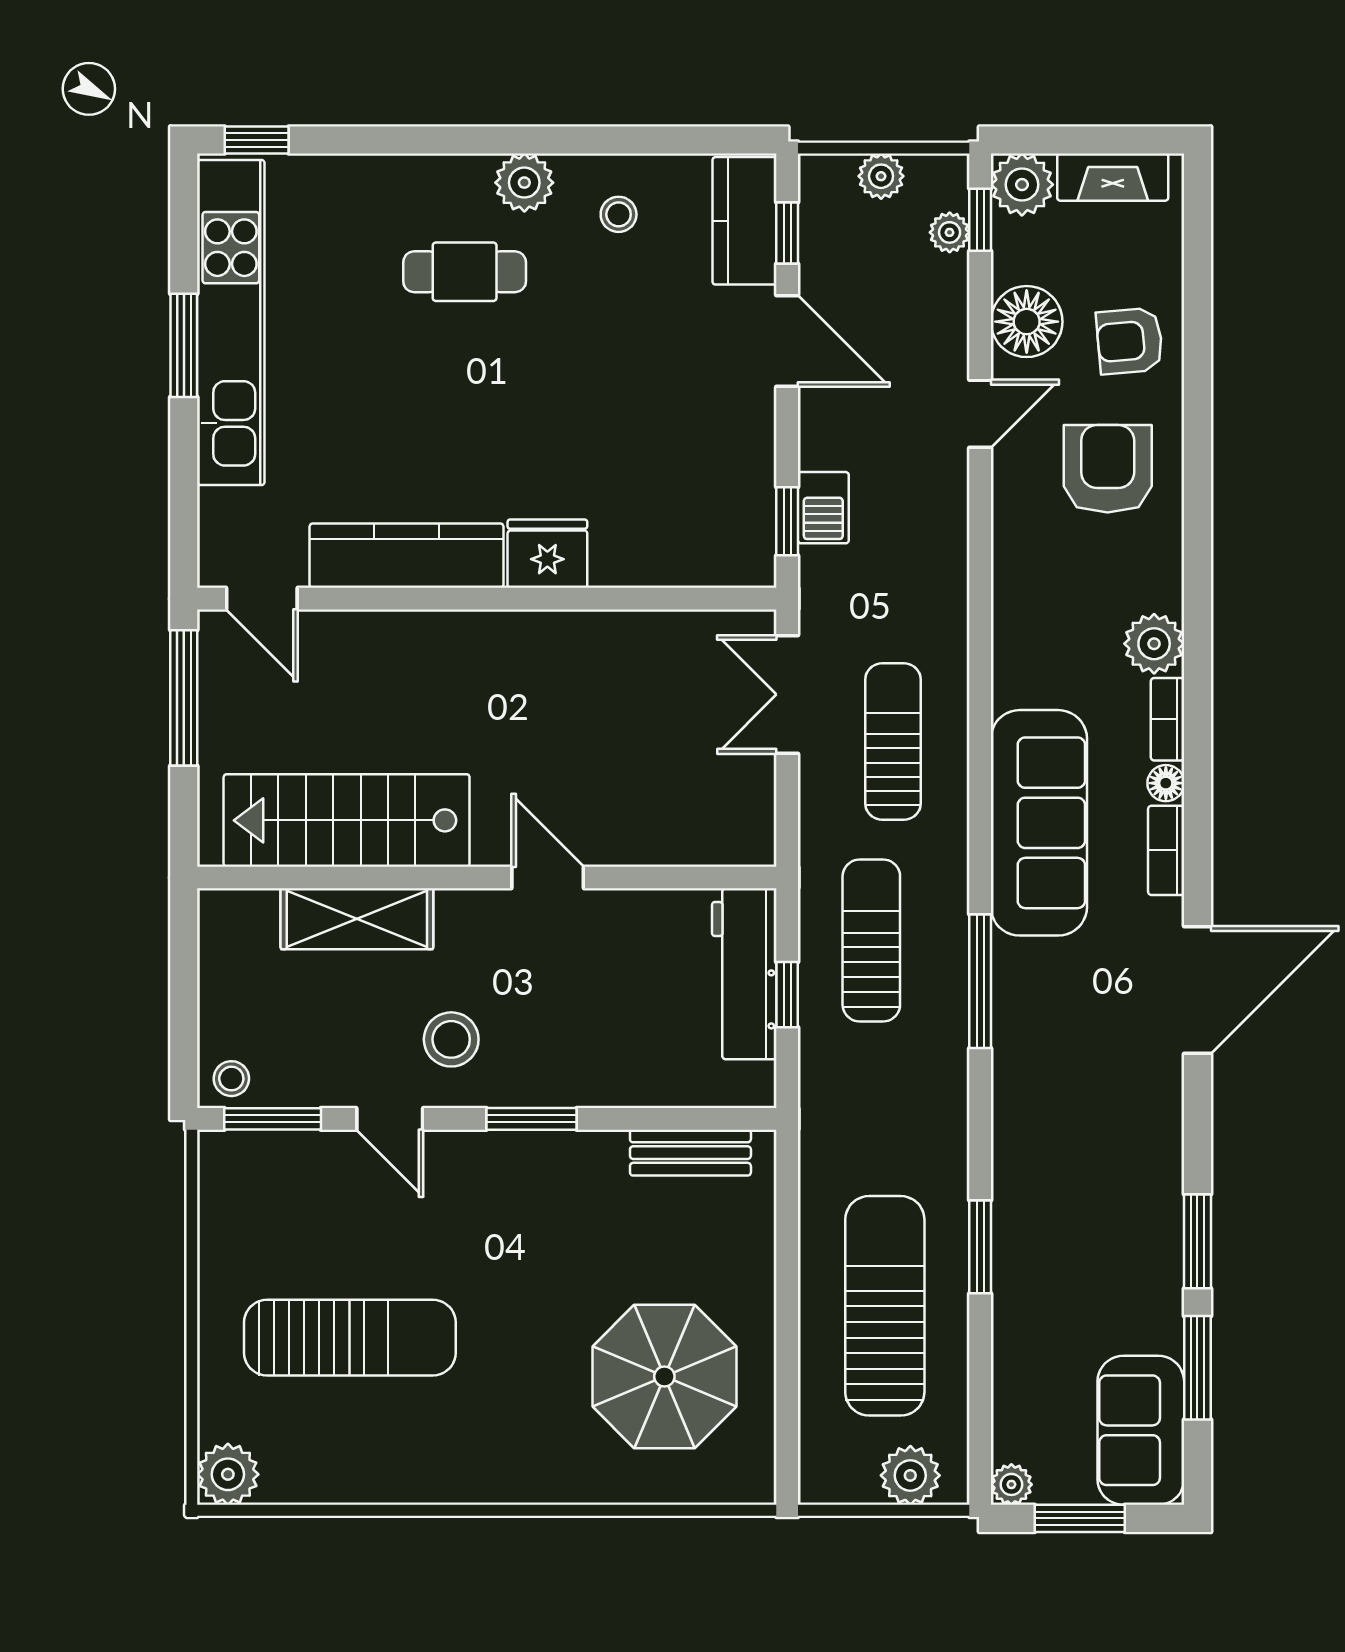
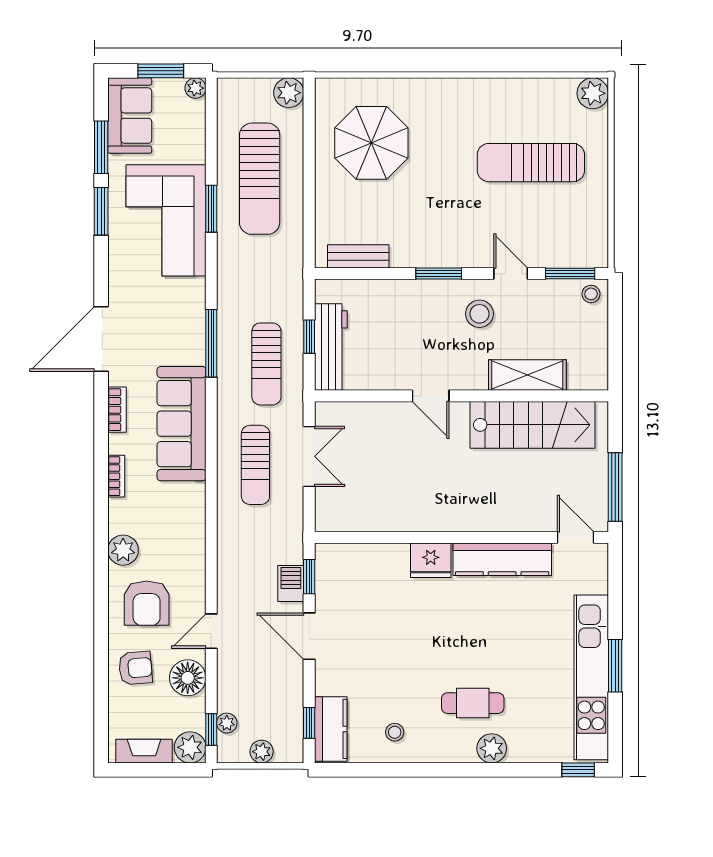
plant: (524, 183) -> (492, 748), moved
door: (787, 341) -> (309, 636), moved
plant: (1154, 644) -> (123, 550), moved
double door: (787, 694) -> (309, 456), moved
floor lamp: (1166, 783) -> (117, 444), removed
corner sofa: (1069, 1224) -> (166, 220), added
plant: (910, 1475) -> (289, 93), moved

